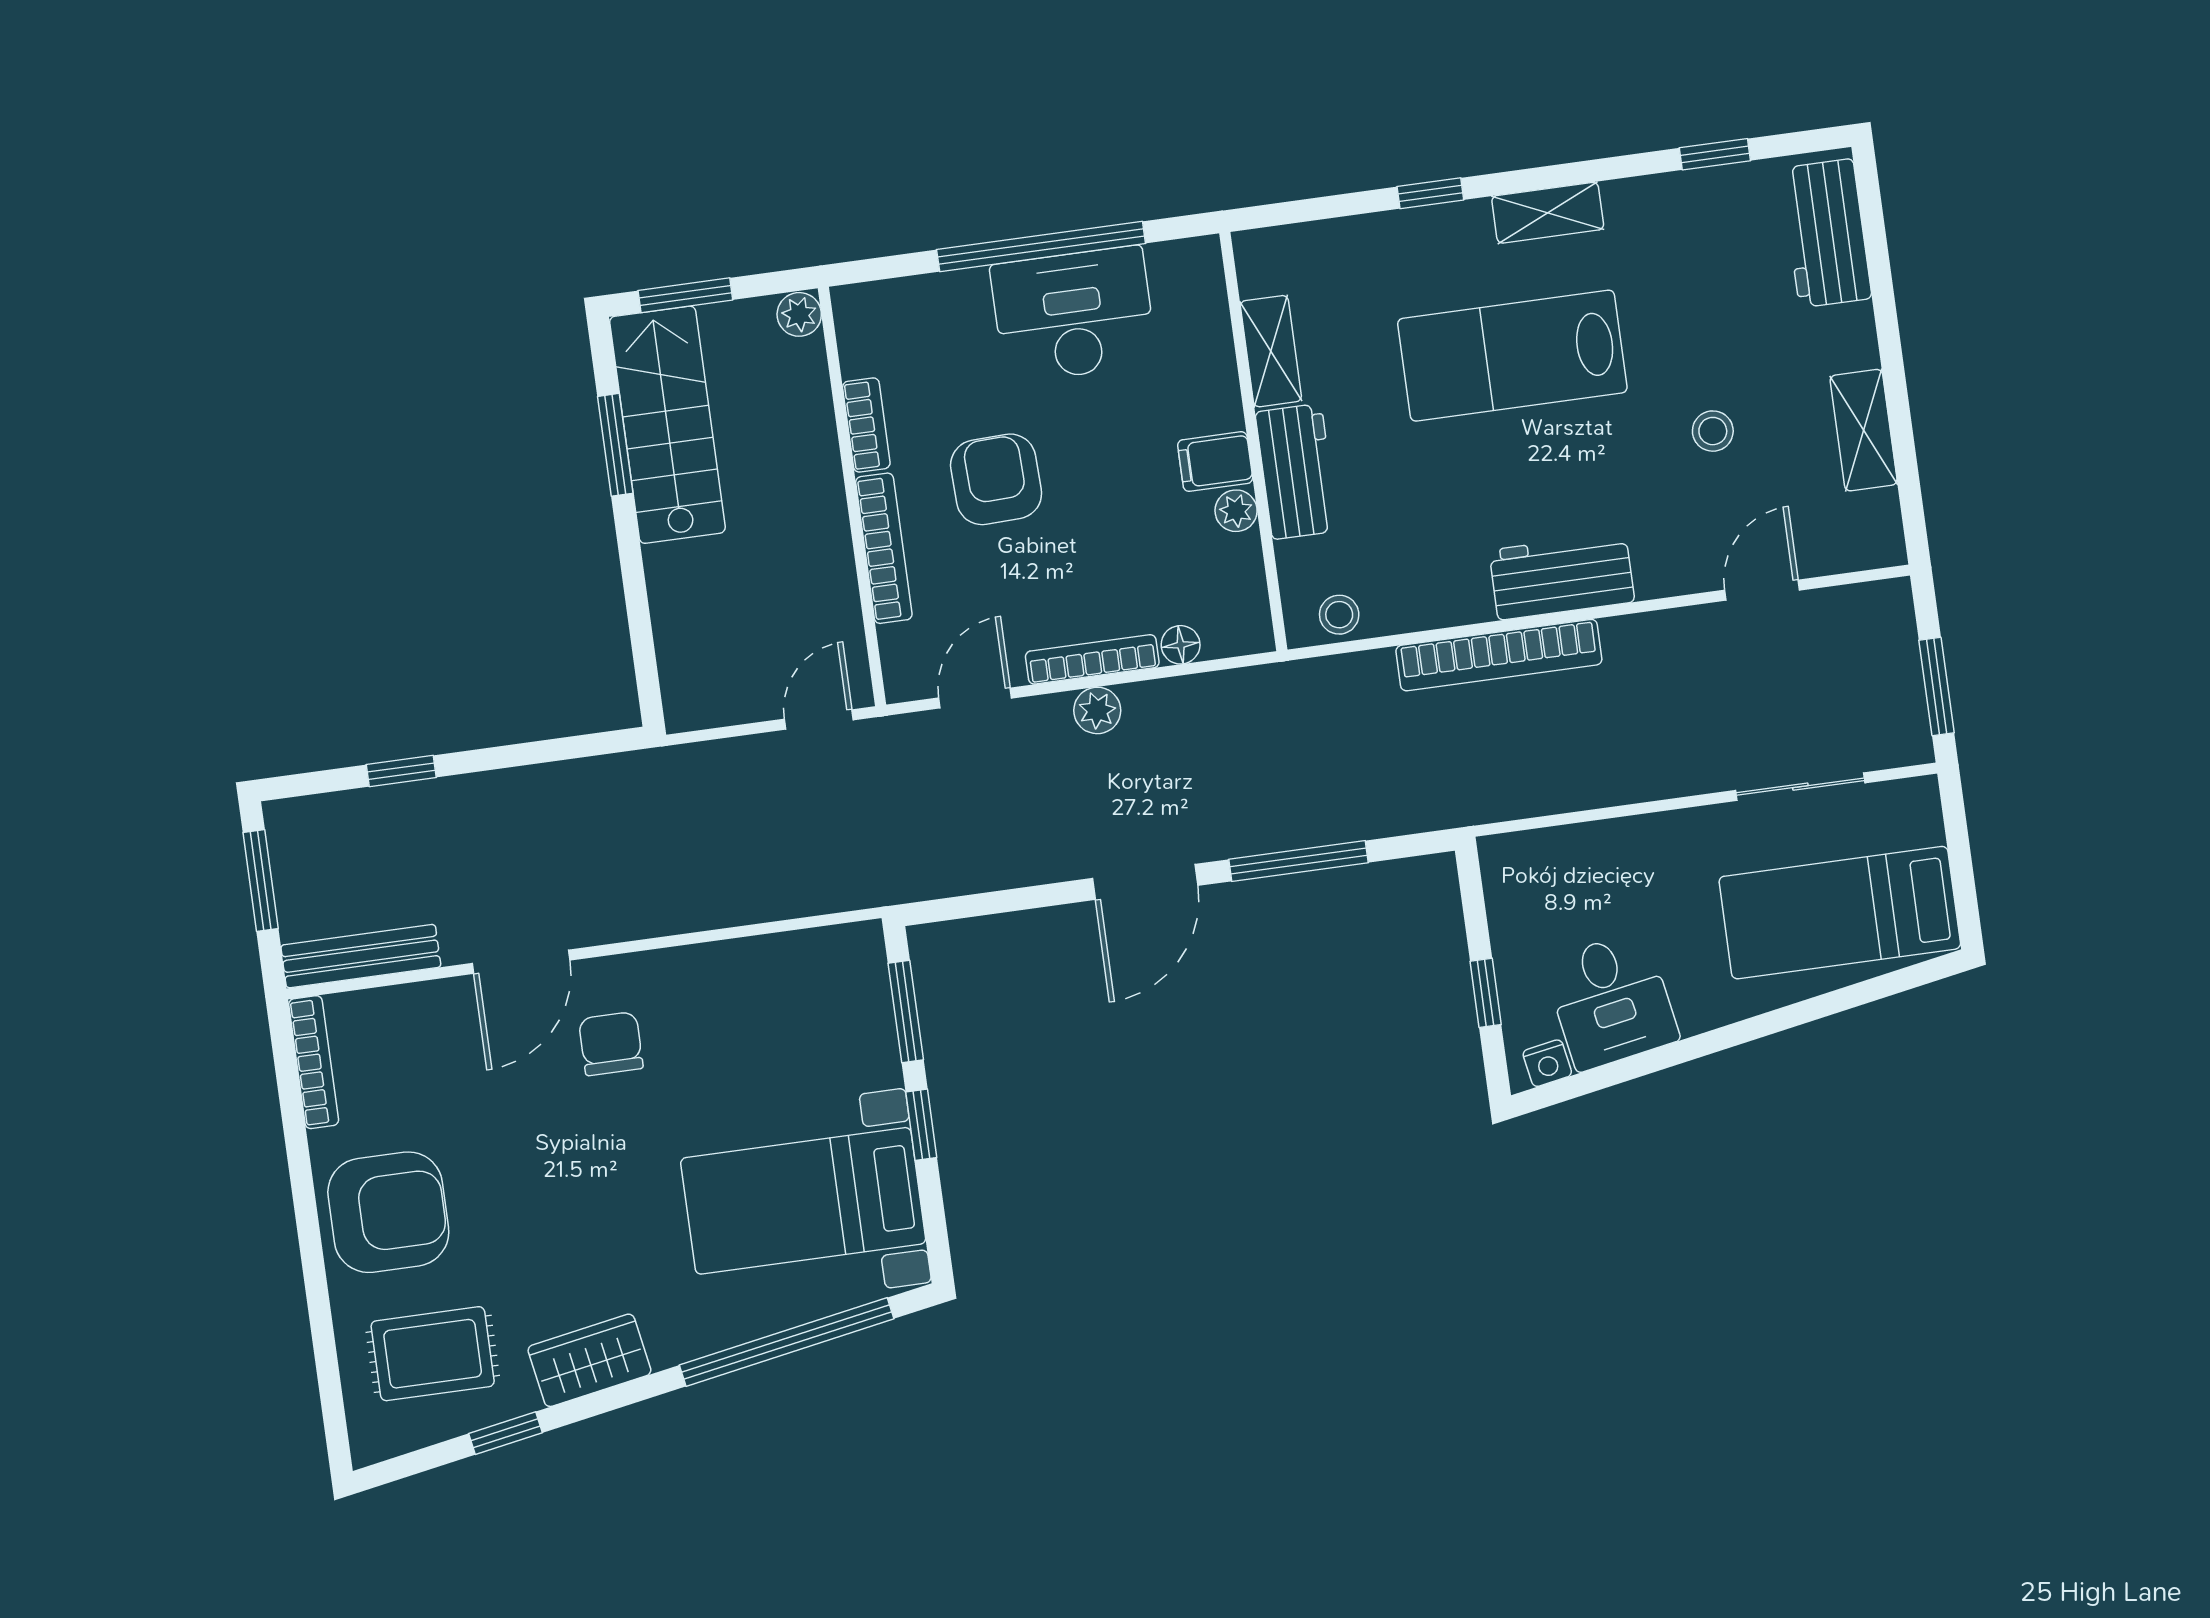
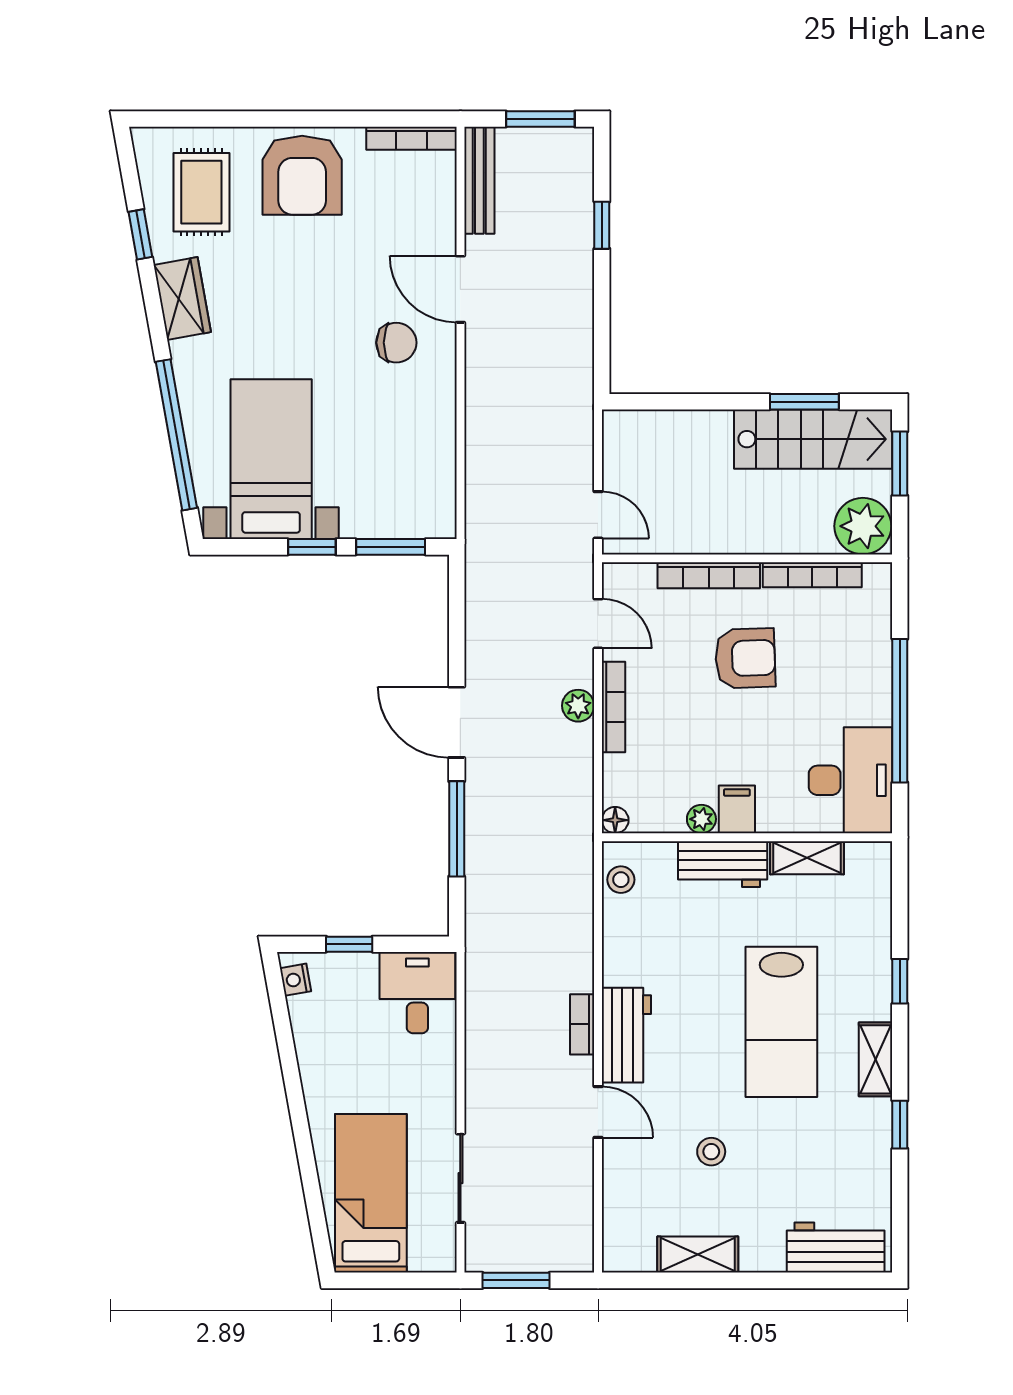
window: (1715, 154) -> (900, 1125), moved
plant: (799, 314) -> (863, 526), width x1.88, depth x1.88
desk: (1073, 314) -> (850, 780), moved
lab bench: (1512, 356) -> (781, 1022), turned 180
bookcase: (866, 425) -> (812, 575), width x1.56
door: (1762, 590) -> (598, 1112), moved
floor lamp: (1181, 645) -> (615, 820), moved
bookcase: (1499, 655) -> (582, 1024), width x0.43, depth x0.76
desk: (1611, 1001) -> (417, 993), moved, turned 100

